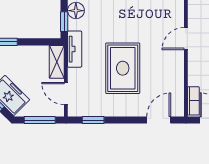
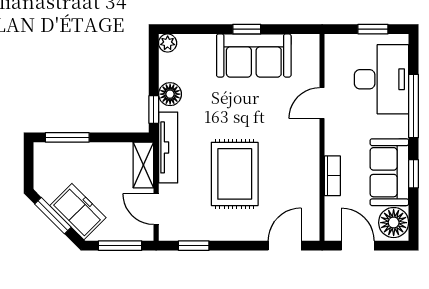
door: (186, 39) -> (322, 103), moved
tv unit: (75, 49) -> (168, 147), width x1.41
bookcase: (193, 101) -> (332, 176), moved

